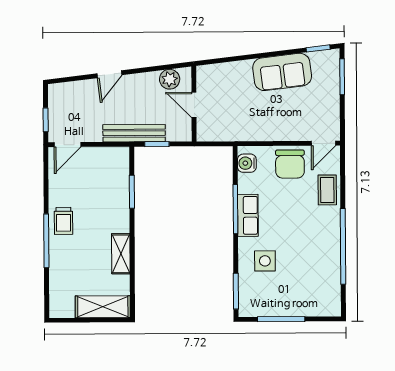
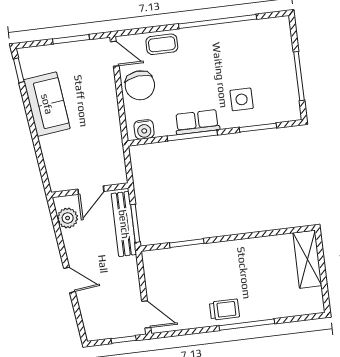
window: (342, 77) -> (71, 39), moved
bench: (134, 133) -> (124, 224), moved
window: (157, 144) -> (135, 223), width x1.50
chair: (290, 164) -> (140, 85), turned 84
shelving: (121, 254) -> (251, 247), removed
window: (236, 291) -> (258, 128), moved

